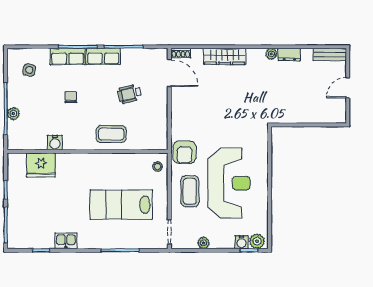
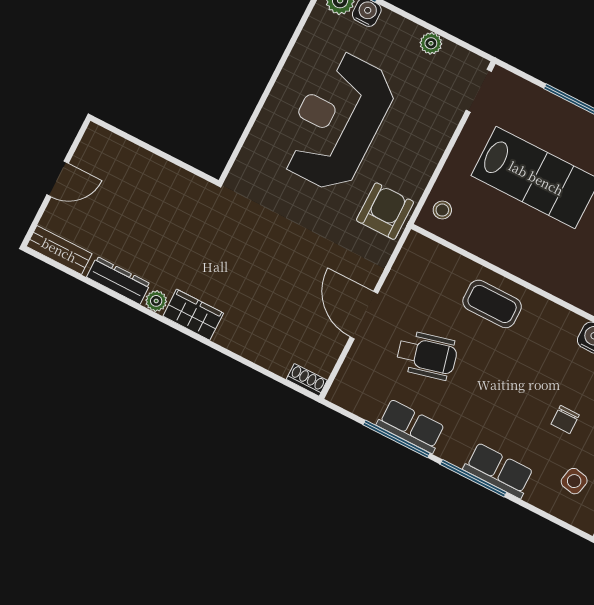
dresser: (289, 55) -> (118, 280), width x1.44
row of seats: (103, 56) -> (411, 426), moved
wardrobe: (225, 56) -> (193, 315), moved, width x0.67
door: (169, 73) -> (364, 315), moved
wheelchair: (130, 94) -> (427, 355), width x1.36, depth x1.37
chair: (71, 97) -> (565, 420), moved
coffee table: (190, 191) -> (410, 141), removed

